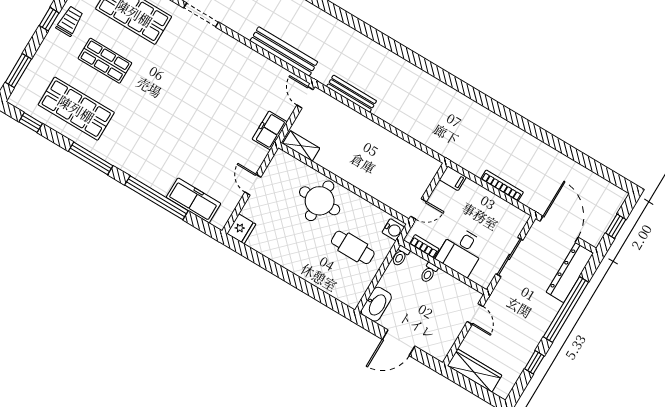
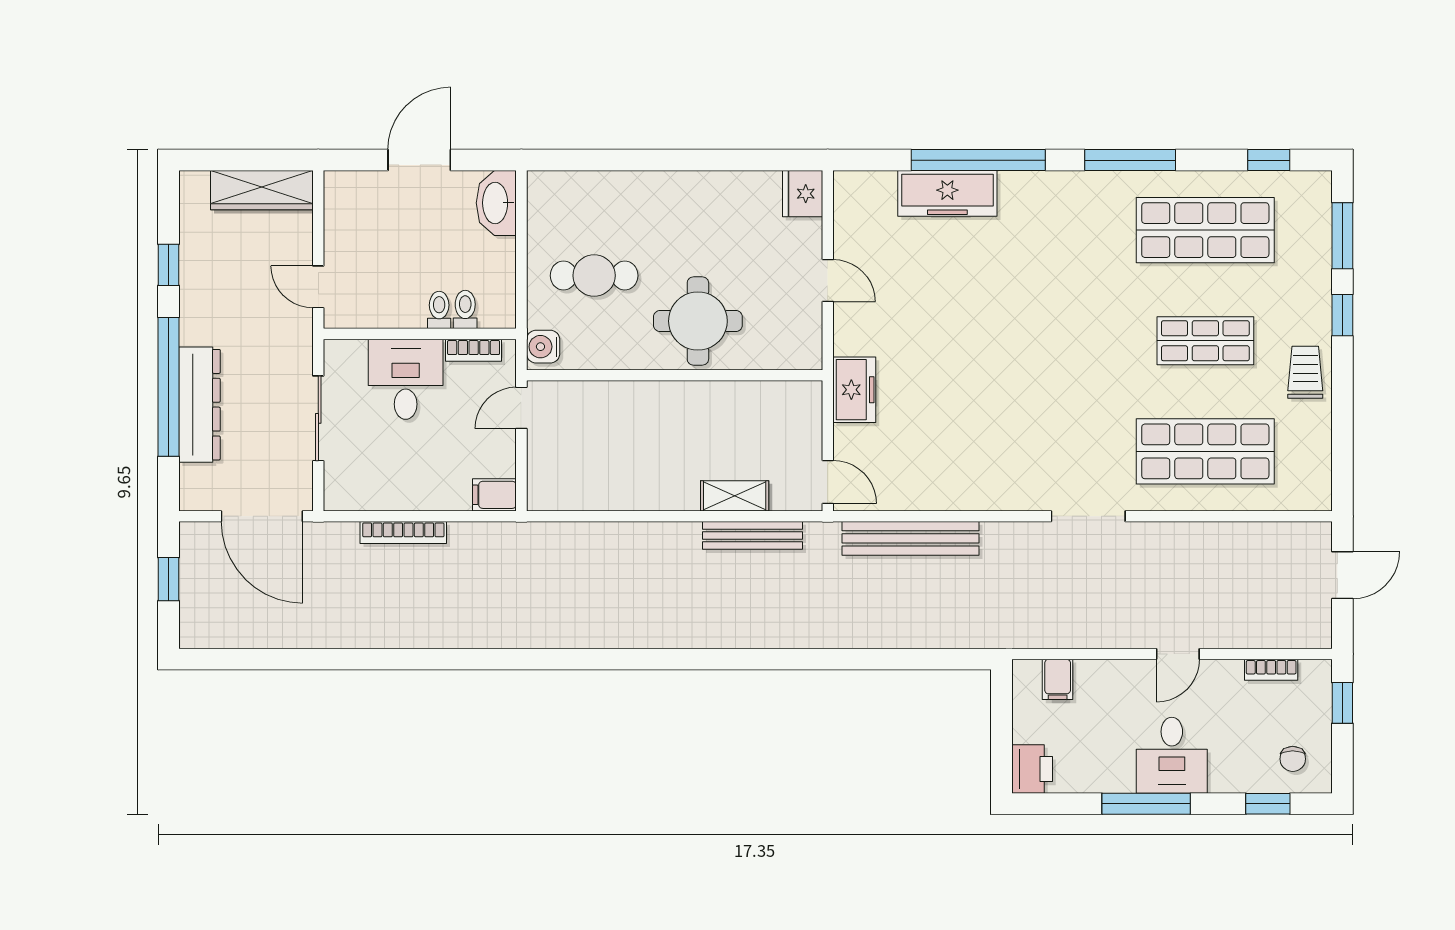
window: (49, 19) -> (1342, 315), moved
trolley: (70, 21) -> (1305, 372), turned 180
shelving: (301, 146) -> (735, 496), moved
freezer: (193, 200) -> (947, 193), moved
toilet: (400, 256) -> (465, 309), moved
dresser: (570, 273) -> (199, 405), moved

